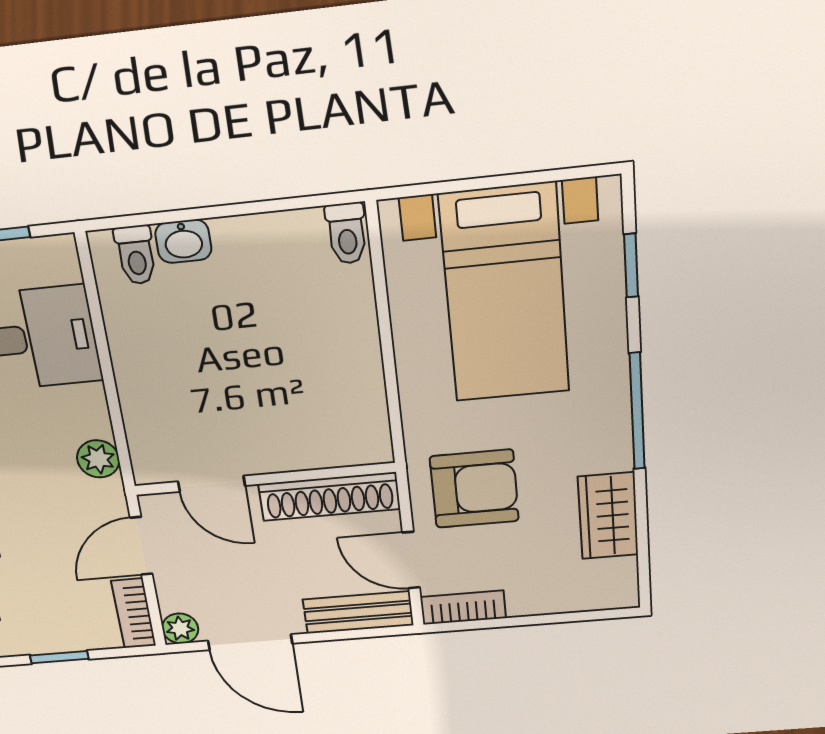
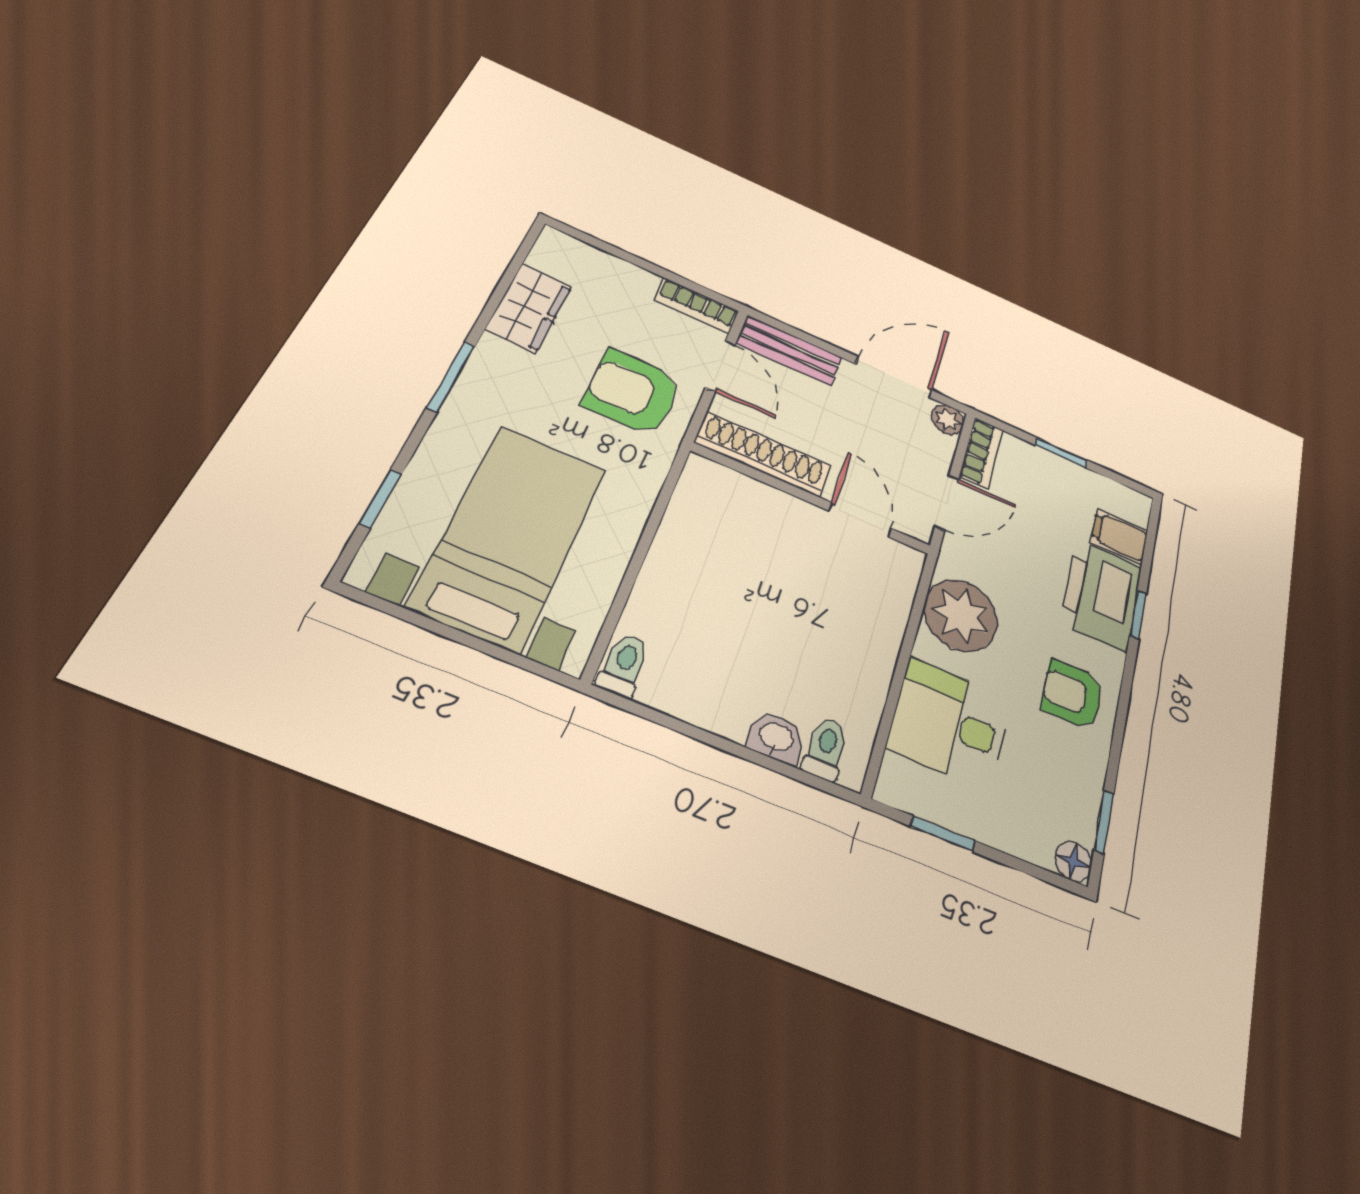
window: (637, 411) -> (451, 376), width x0.69
plant: (98, 459) -> (961, 615), width x1.87, depth x1.87
door: (250, 642) -> (894, 377), hinge flipped

